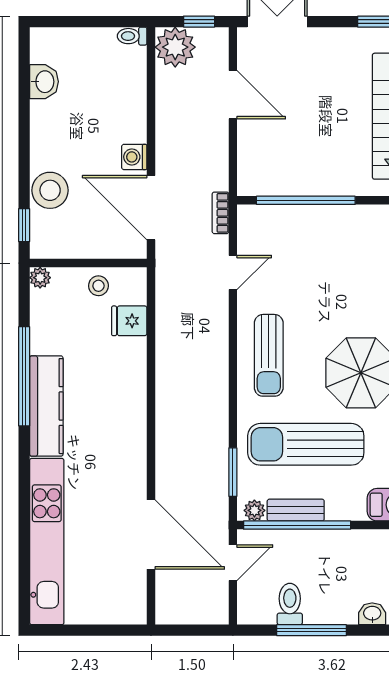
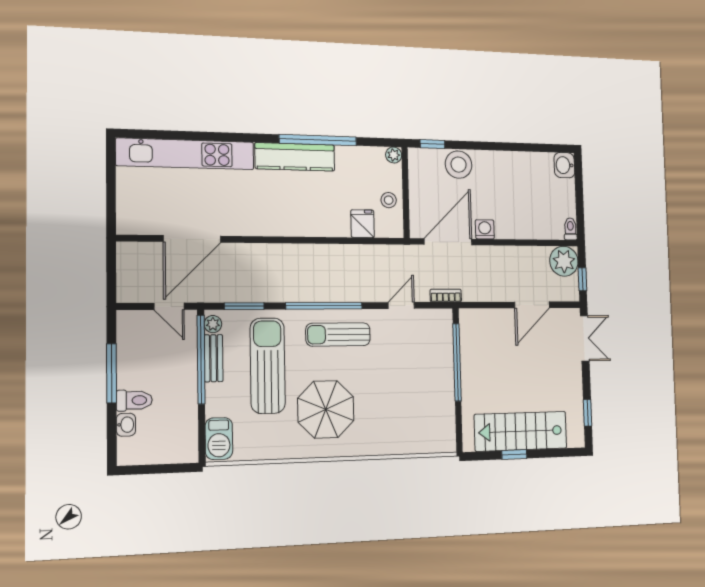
washbasin: (44, 82) -> (564, 165), moved, turned 90
door: (233, 273) -> (401, 305), swing flipped
window: (233, 372) -> (324, 306), added
toilet: (290, 604) -> (134, 400), moved

